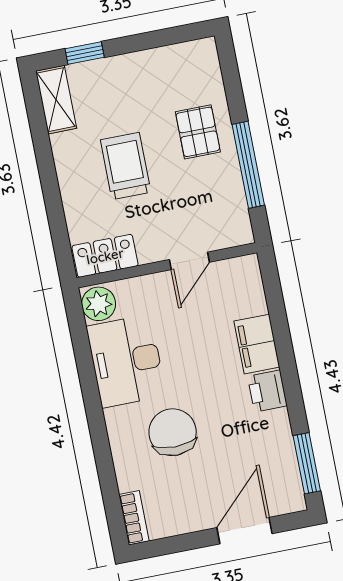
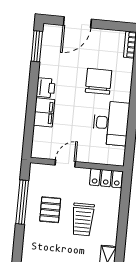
pallet: (198, 132) -> (50, 210), moved
plant: (99, 304) -> (116, 155), removed
chair: (173, 432) -> (99, 81), turned 180

